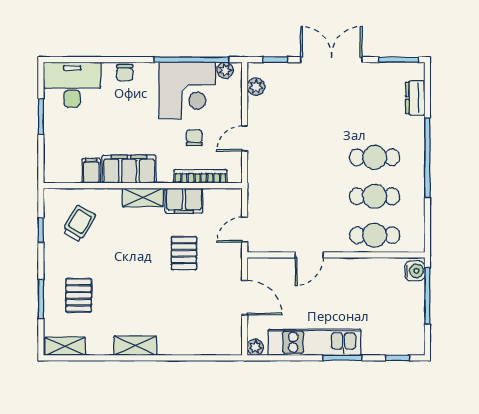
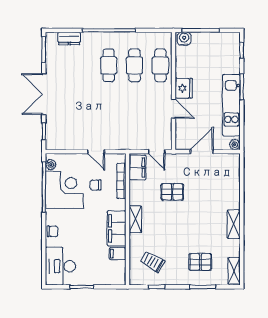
plant: (256, 87) -> (62, 144), removed
filing cabinet: (184, 201) -> (137, 167), moved
fridge: (340, 270) -> (184, 88), added

